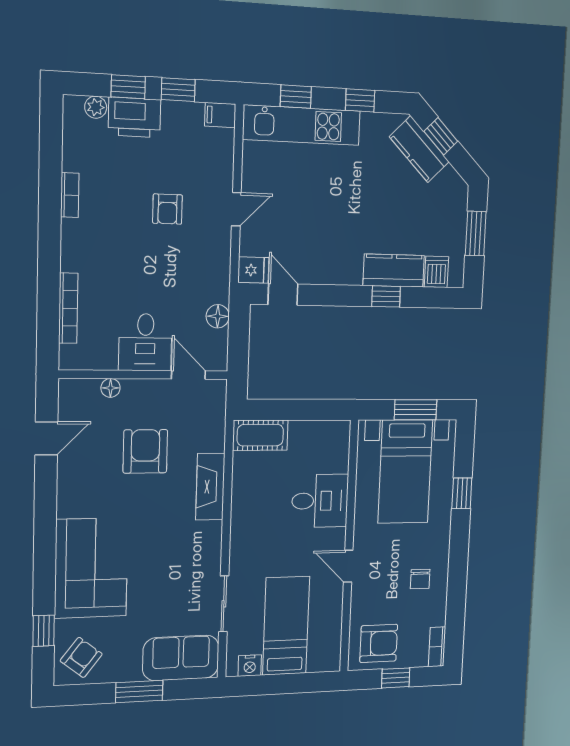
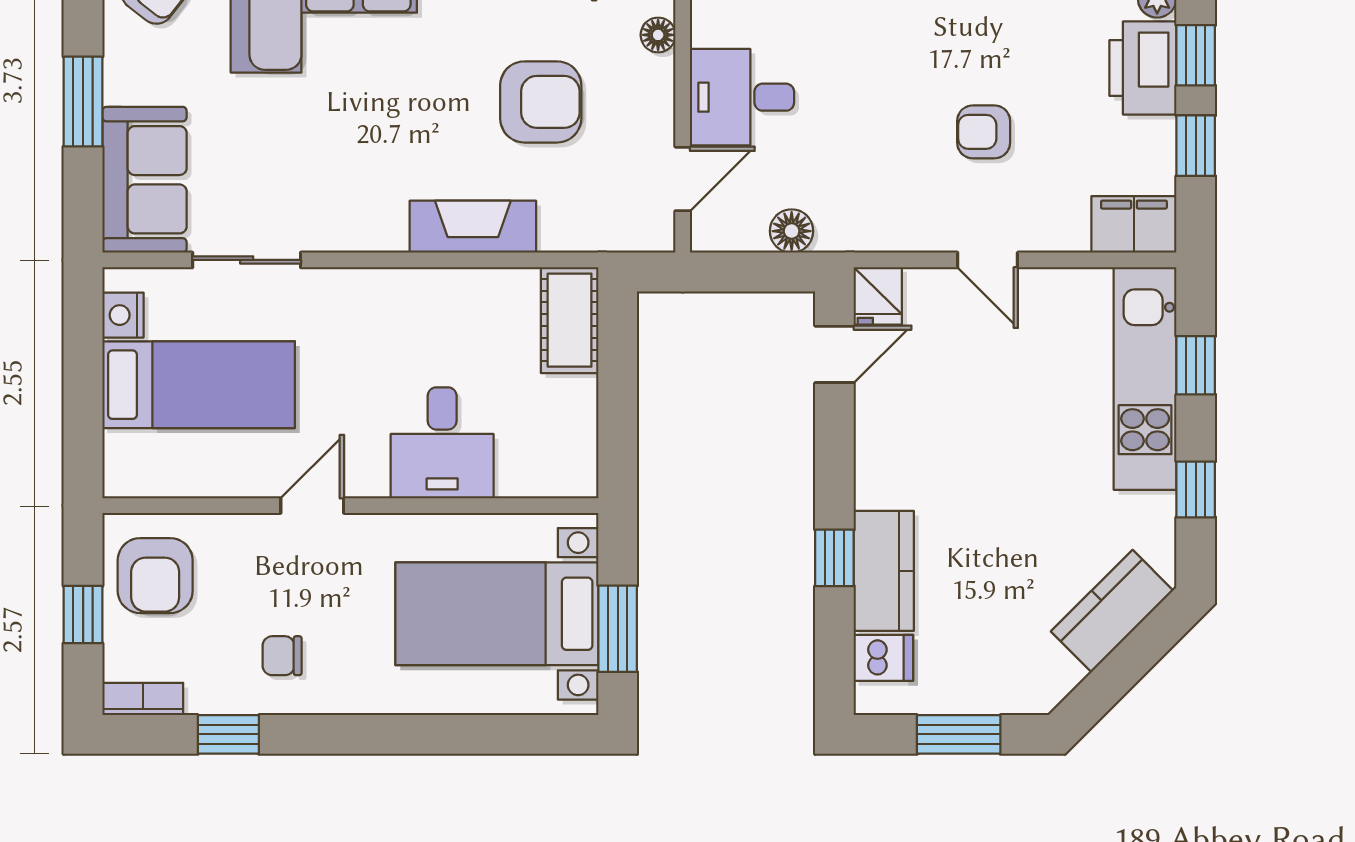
filing cabinet: (220, 115) -> (1134, 224), width x2.00
window: (441, 136) -> (1138, 653), removed
window: (462, 493) -> (228, 734), moved

